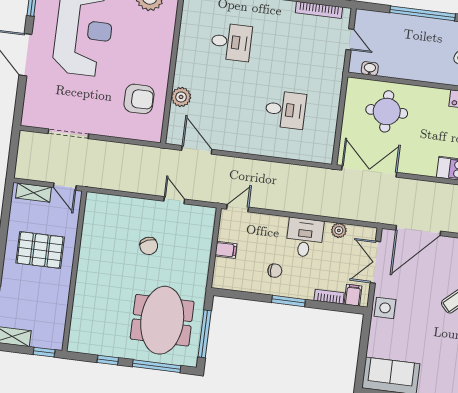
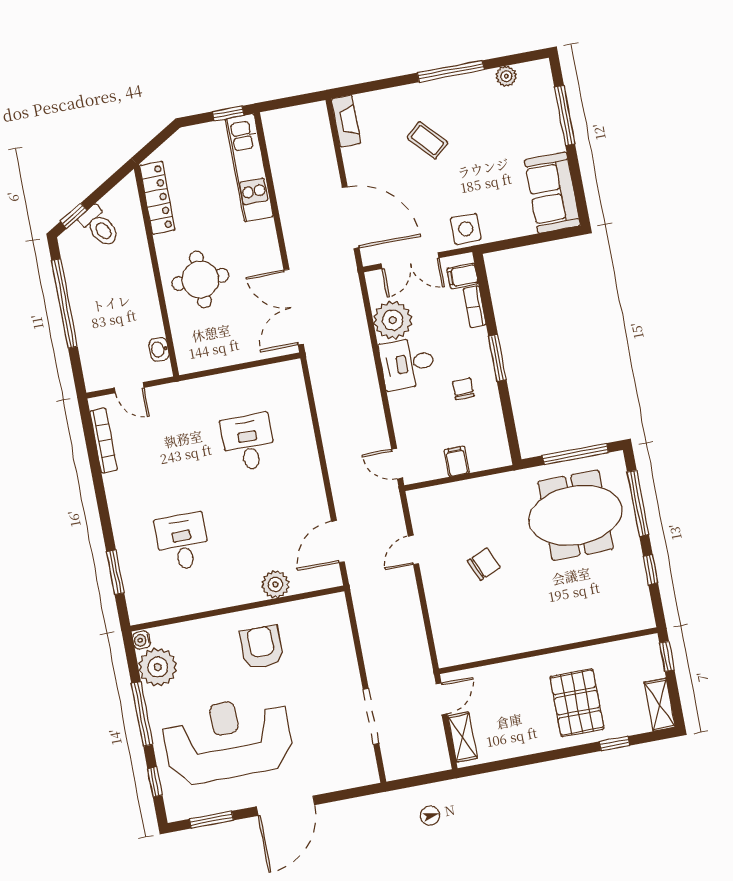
door: (350, 39) -> (129, 388), swing flipped
armchair: (139, 99) -> (262, 647), moved
round table: (387, 111) -> (200, 279), moved
plant: (339, 230) -> (393, 320), width x1.88, depth x1.88
pallet: (40, 250) -> (577, 703), moved

